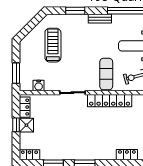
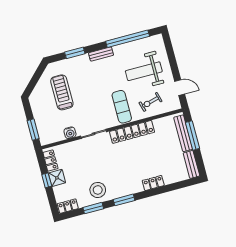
water cooler: (39, 86) -> (70, 133), moved
stool: (62, 147) -> (98, 190), added
locker: (127, 155) -> (153, 183), moved

